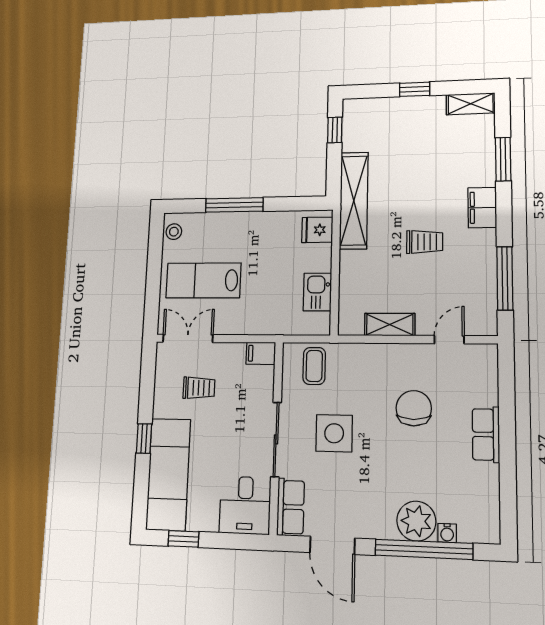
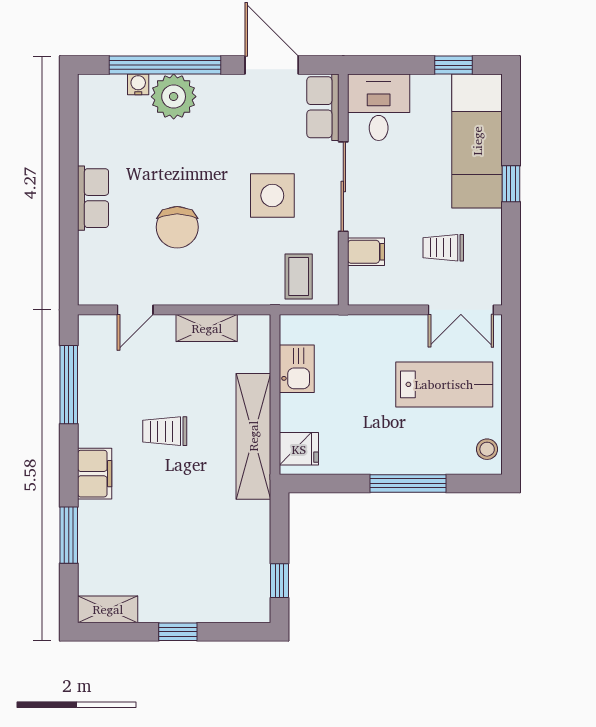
shelving: (354, 200) -> (253, 436), moved
filing cabinet: (261, 353) -> (366, 252), moved

